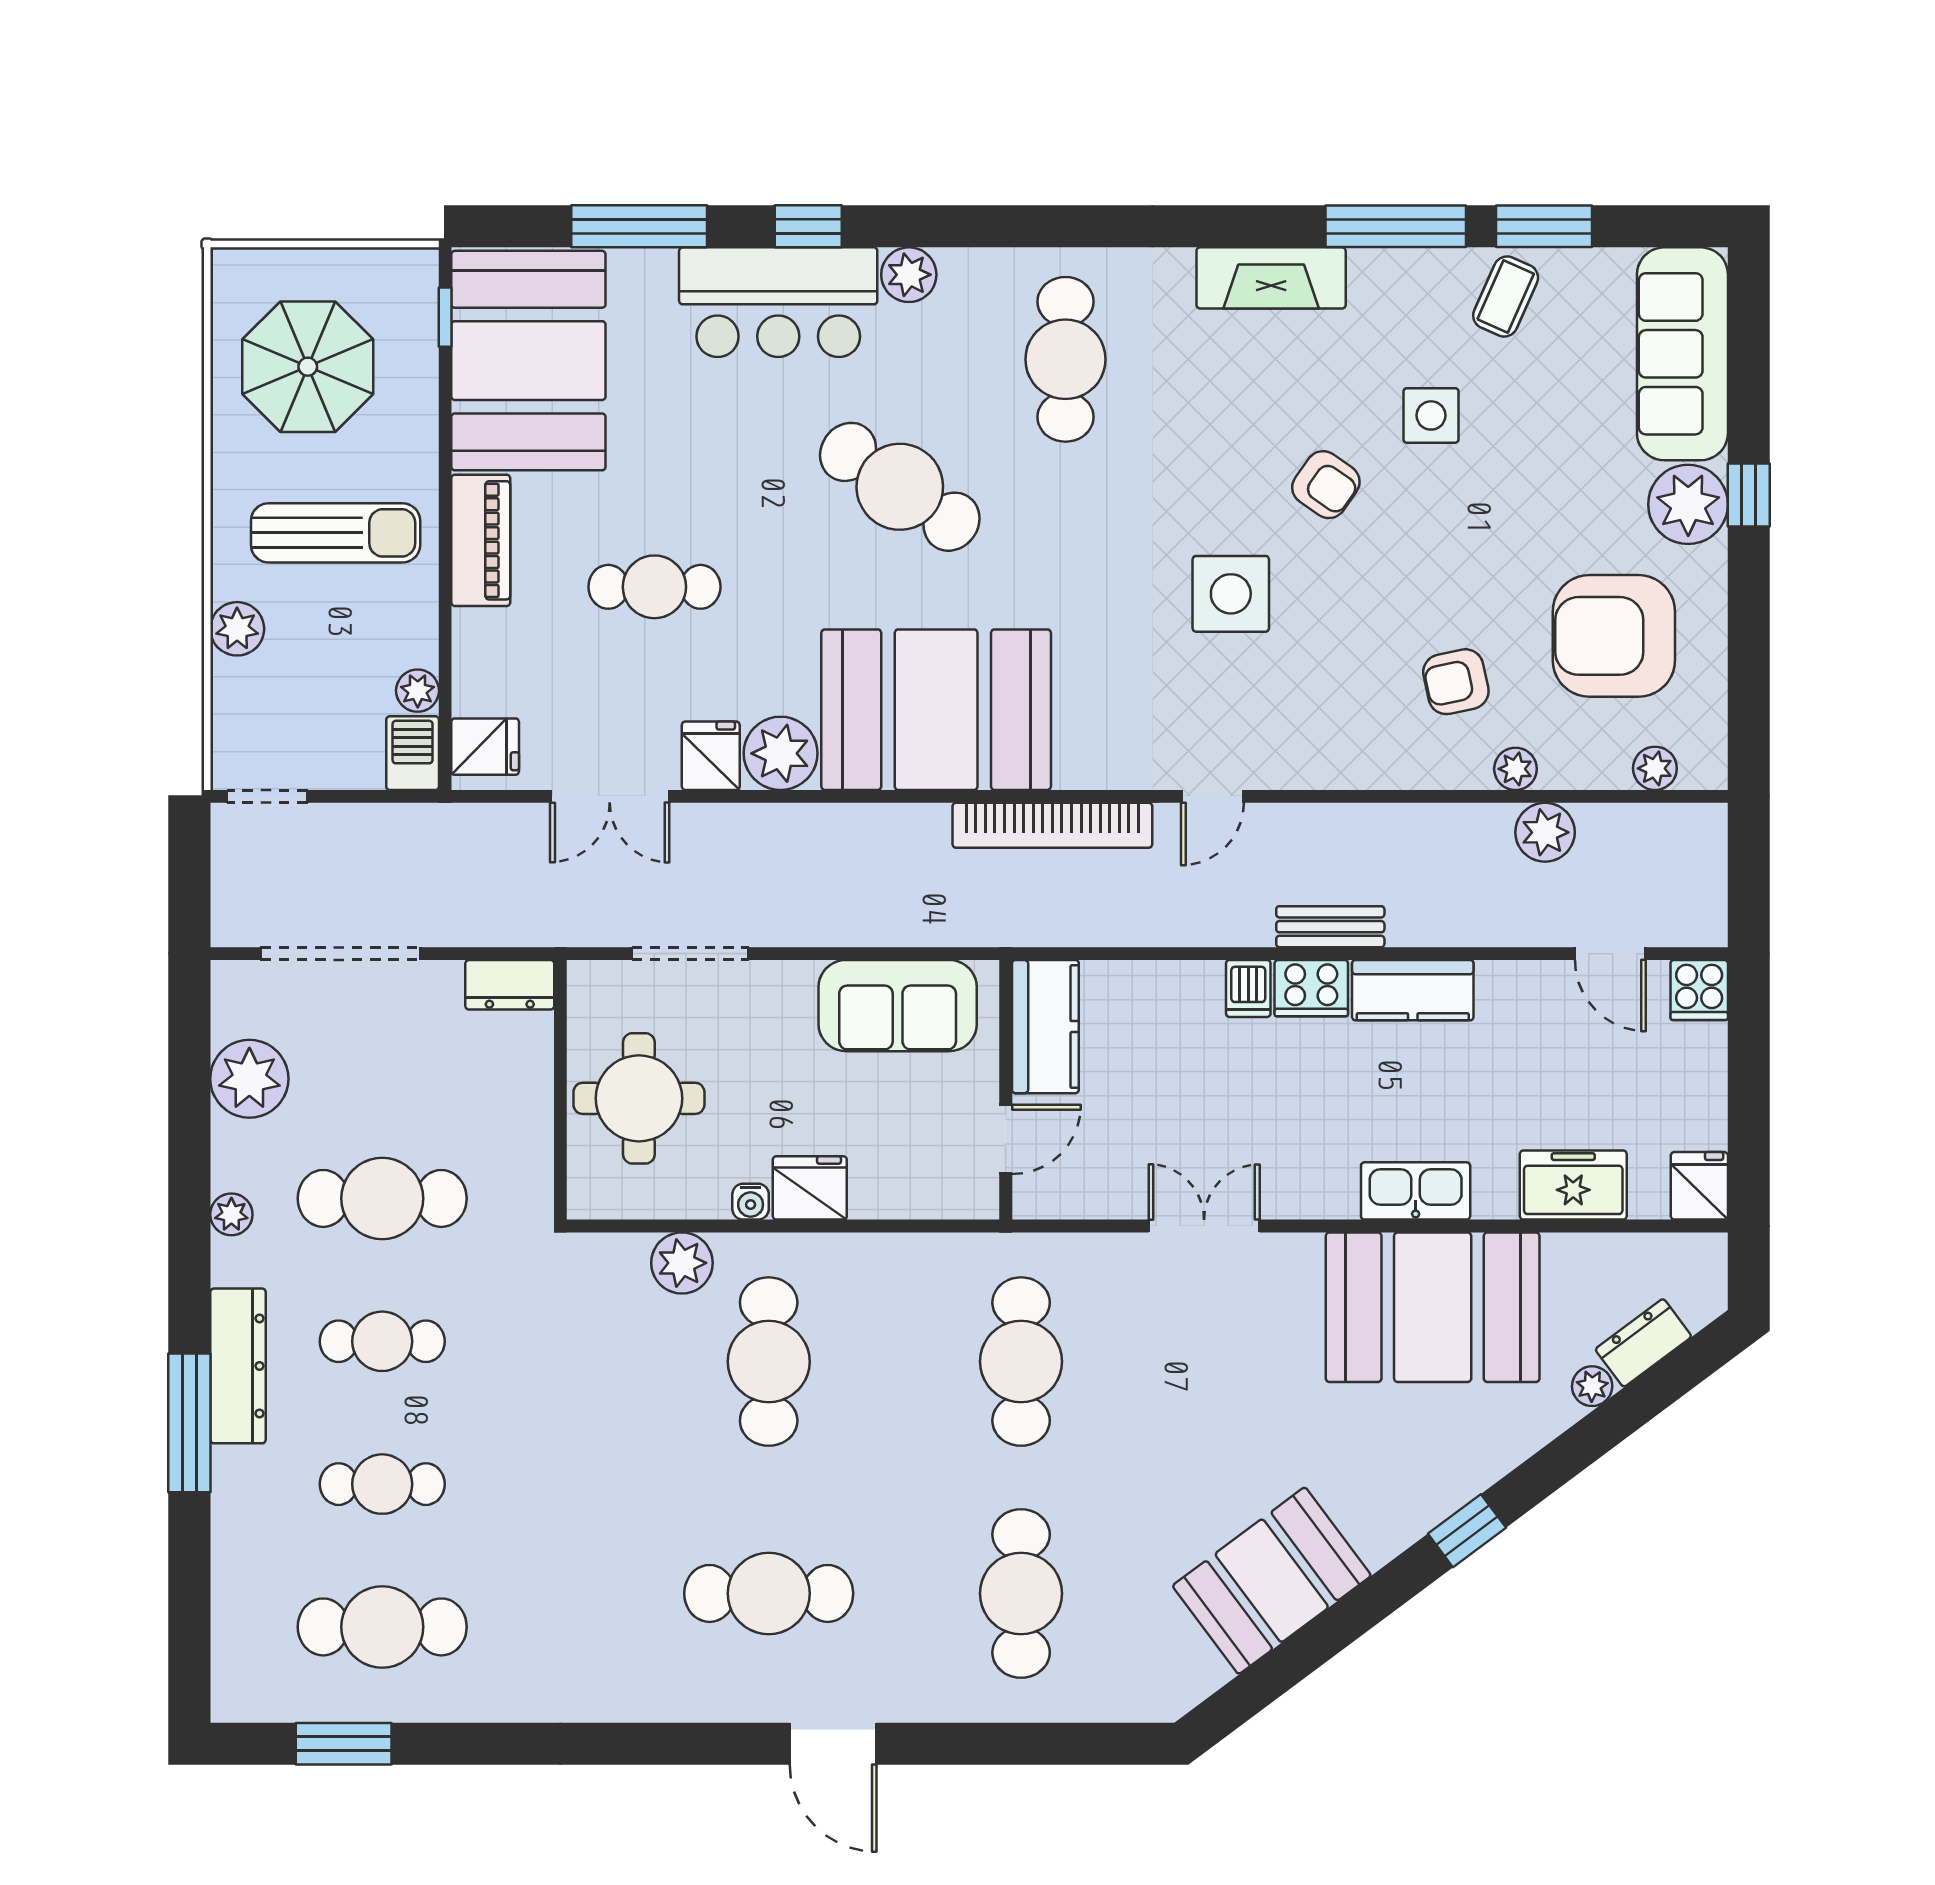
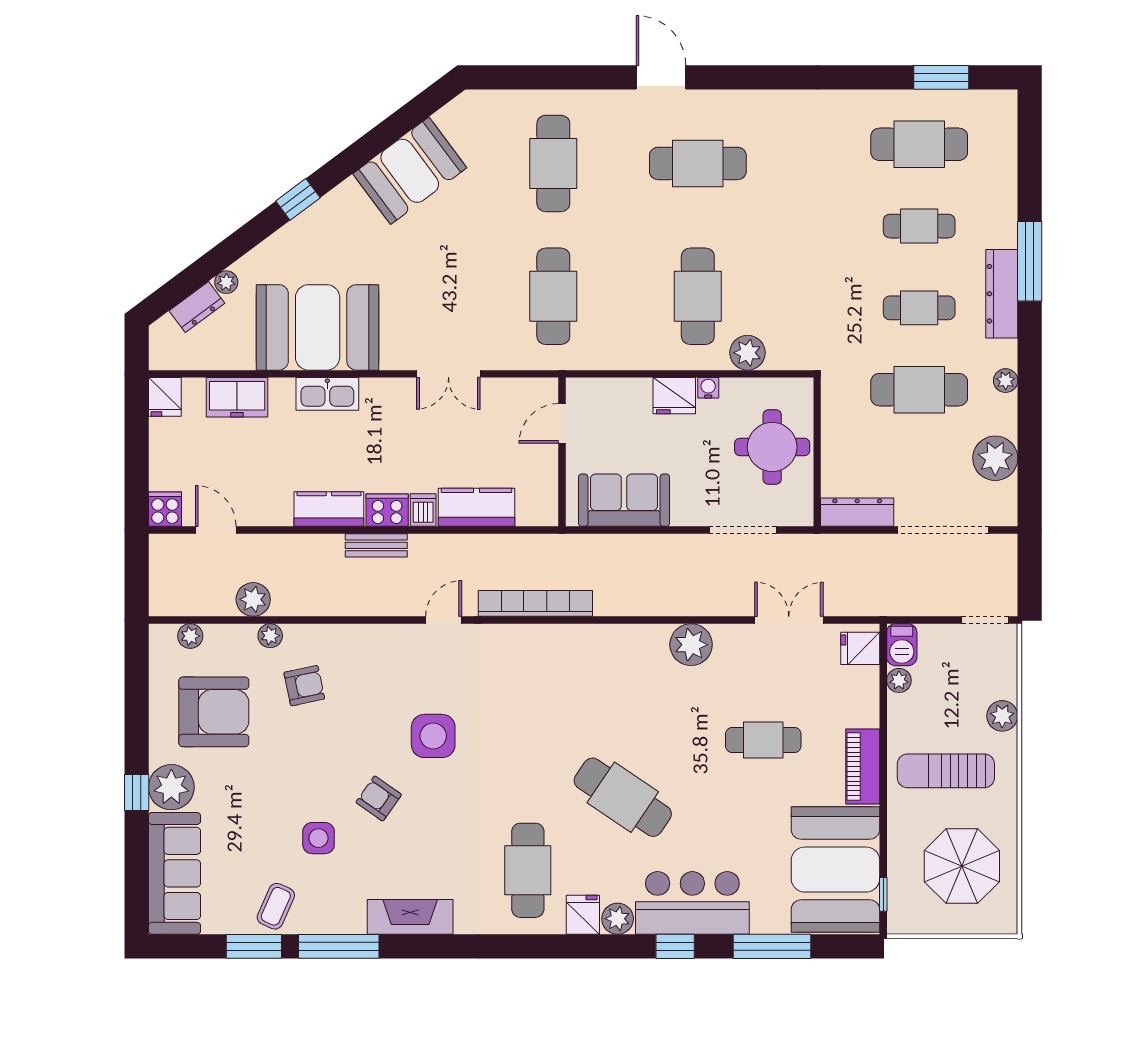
booth: (936, 710) -> (602, 670), removed
fridge: (711, 756) -> (583, 915), moved, turned 180
dresser: (510, 985) -> (857, 512), width x1.44
kitchen counter: (1045, 1027) -> (476, 507), moved, turned 90

